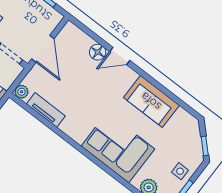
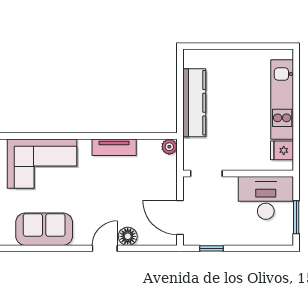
door: (43, 49) -> (180, 218), moved
tv unit: (46, 110) -> (114, 147), moved

